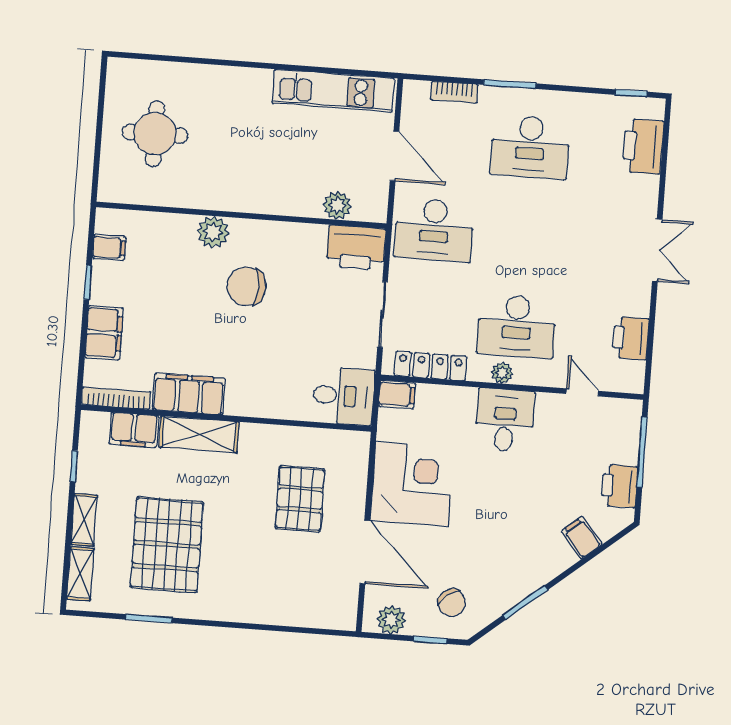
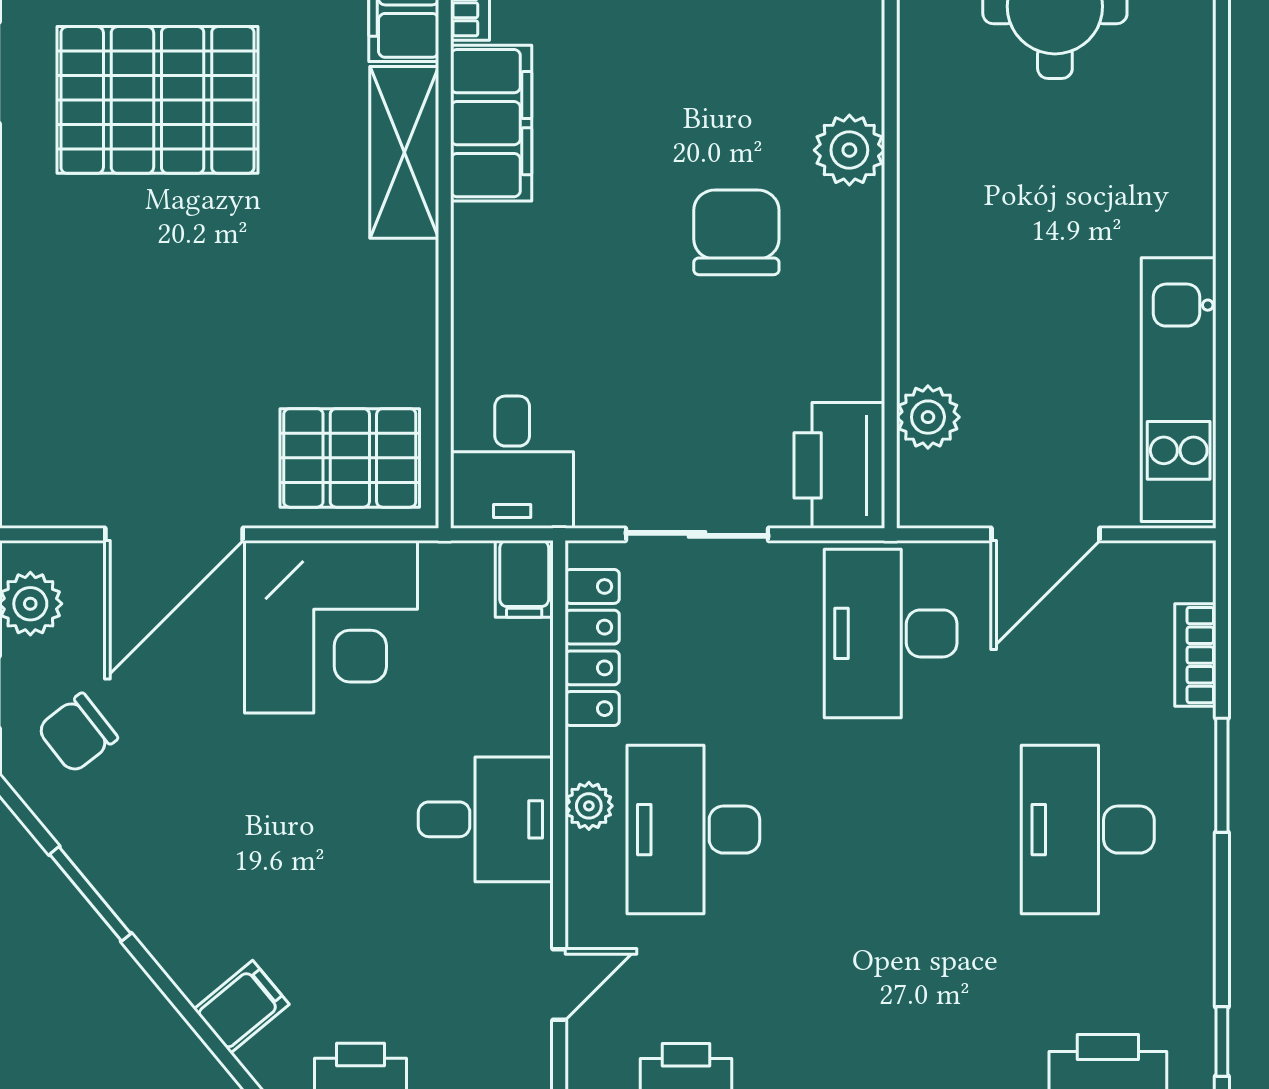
pallet: (300, 499) -> (350, 458), moved

